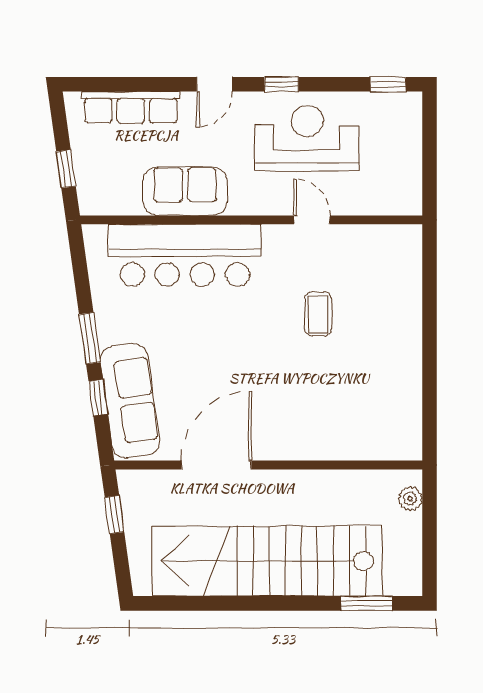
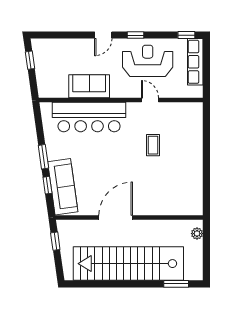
row of seats: (131, 107) -> (195, 62), moved, turned 90
window: (66, 169) -> (30, 60), moved
door: (216, 465) -> (116, 217), moved

